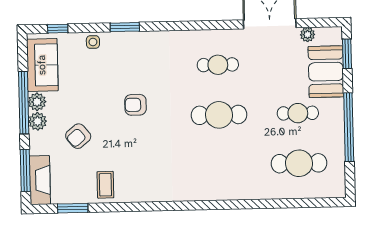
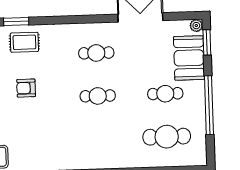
plant: (308, 35) -> (196, 26), moved
rug: (134, 51) -> (24, 42), added
cafe table: (219, 115) -> (98, 96), width x0.73, depth x0.74

